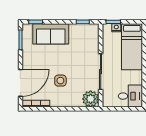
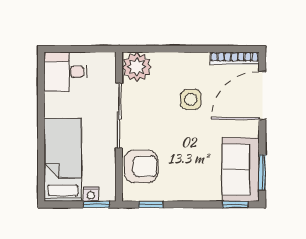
sofa: (51, 34) -> (241, 170), moved, turned -90
armchair: (88, 43) -> (141, 166), added

